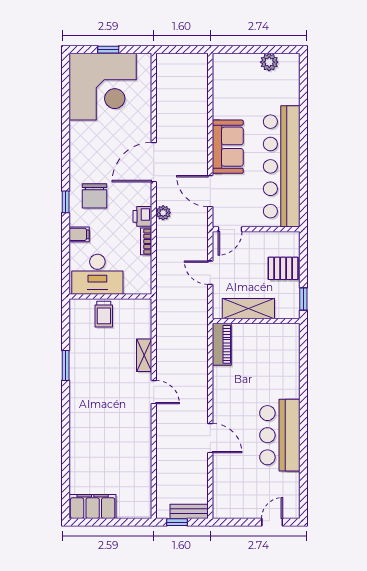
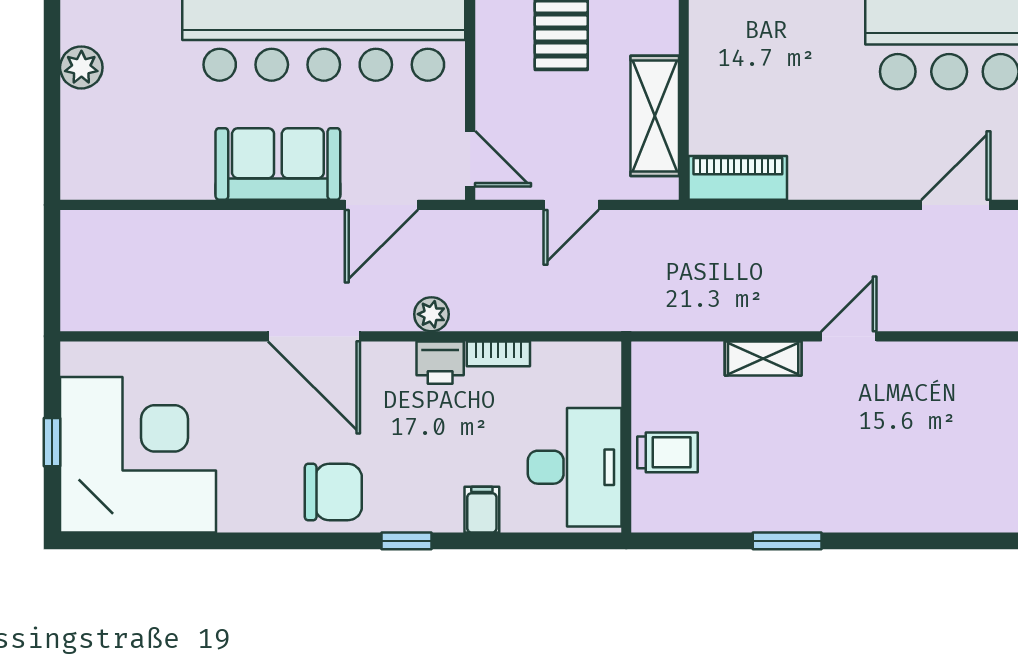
chair: (94, 196) -> (333, 492), moved

